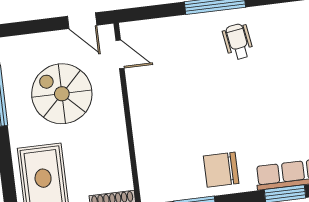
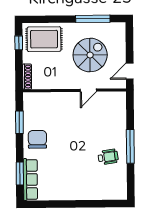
door: (120, 54) -> (88, 90), moved

